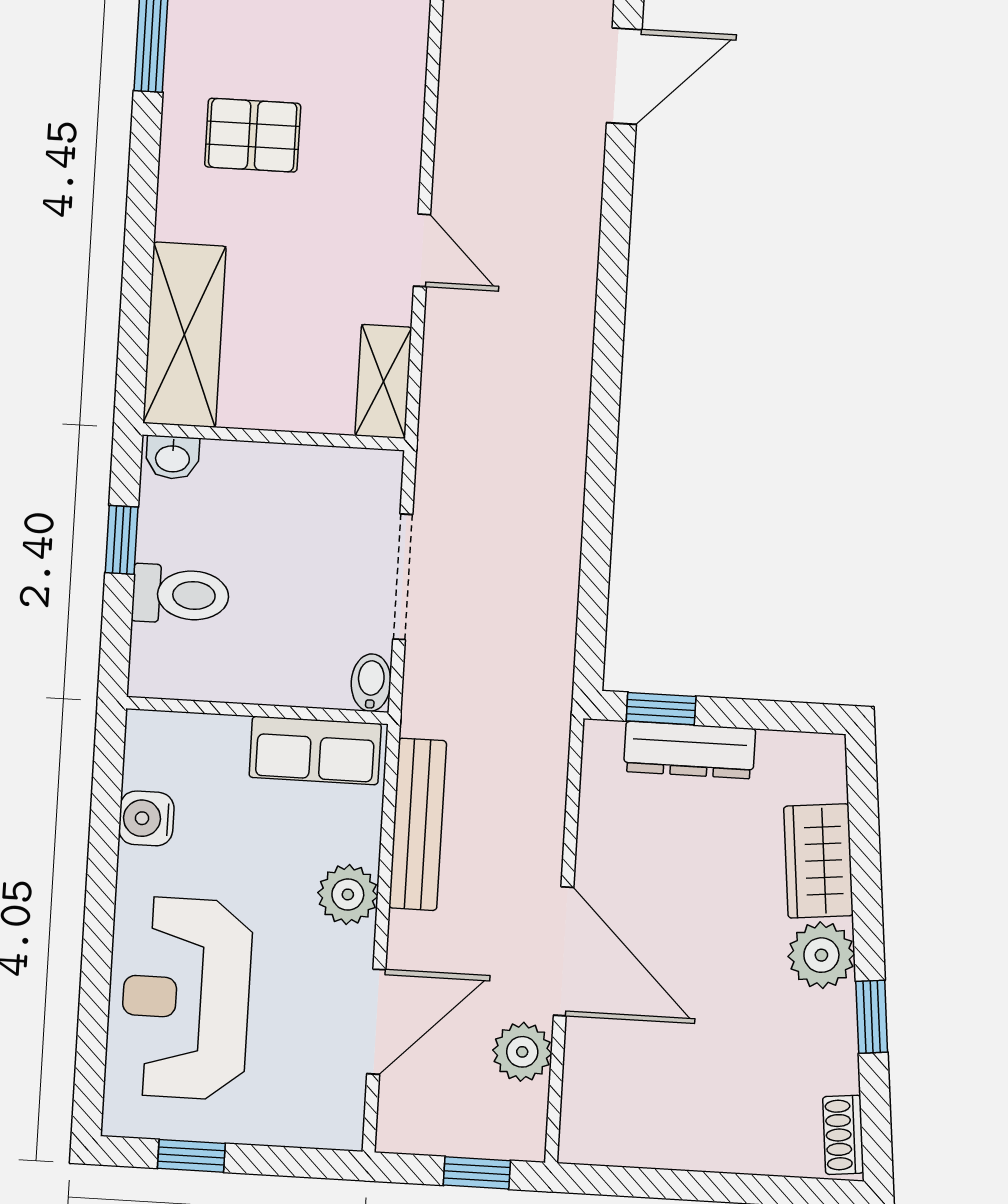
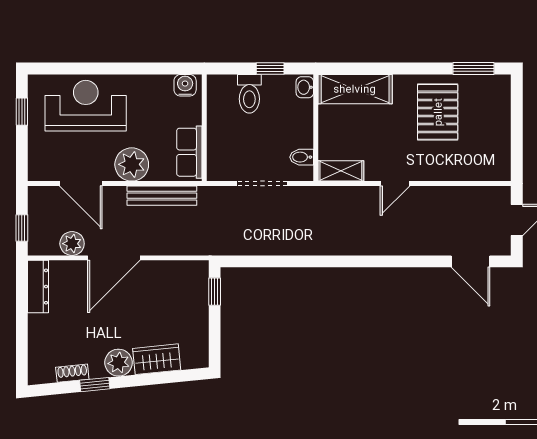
pallet: (253, 135) -> (438, 112), width x1.50, depth x1.42
bidet: (371, 683) -> (302, 157), moved, turned 180
dresser: (690, 750) -> (38, 287), moved, turned 180
water cooler: (146, 818) -> (185, 85), moved
plant: (348, 894) -> (132, 164), width x1.36, depth x1.36
shoe rack: (843, 1135) -> (72, 373), moved

